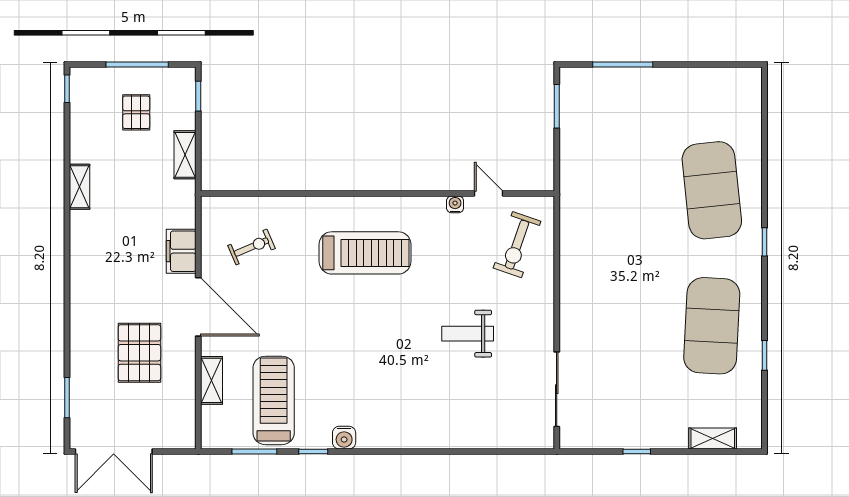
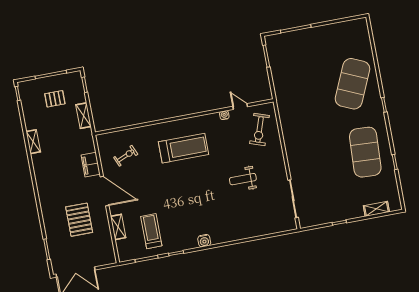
pallet: (136, 112) -> (55, 99), turned 90
exercise mat: (712, 190) -> (352, 84), turned 30
treadmill: (274, 400) -> (151, 231), width x0.73, depth x0.73
water cooler: (344, 438) -> (204, 241), moved

